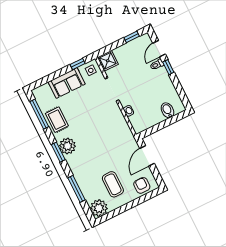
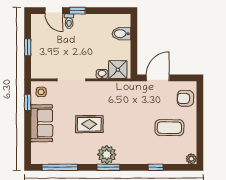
window: (132, 37) -> (28, 47), moved
shower: (108, 61) -> (118, 70), moved
rug: (57, 120) -> (89, 124), moved
door: (147, 156) -> (158, 78), swing flipped
window: (77, 189) -> (156, 167), width x0.46
plant: (99, 208) -> (191, 159), width x0.53, depth x0.53

